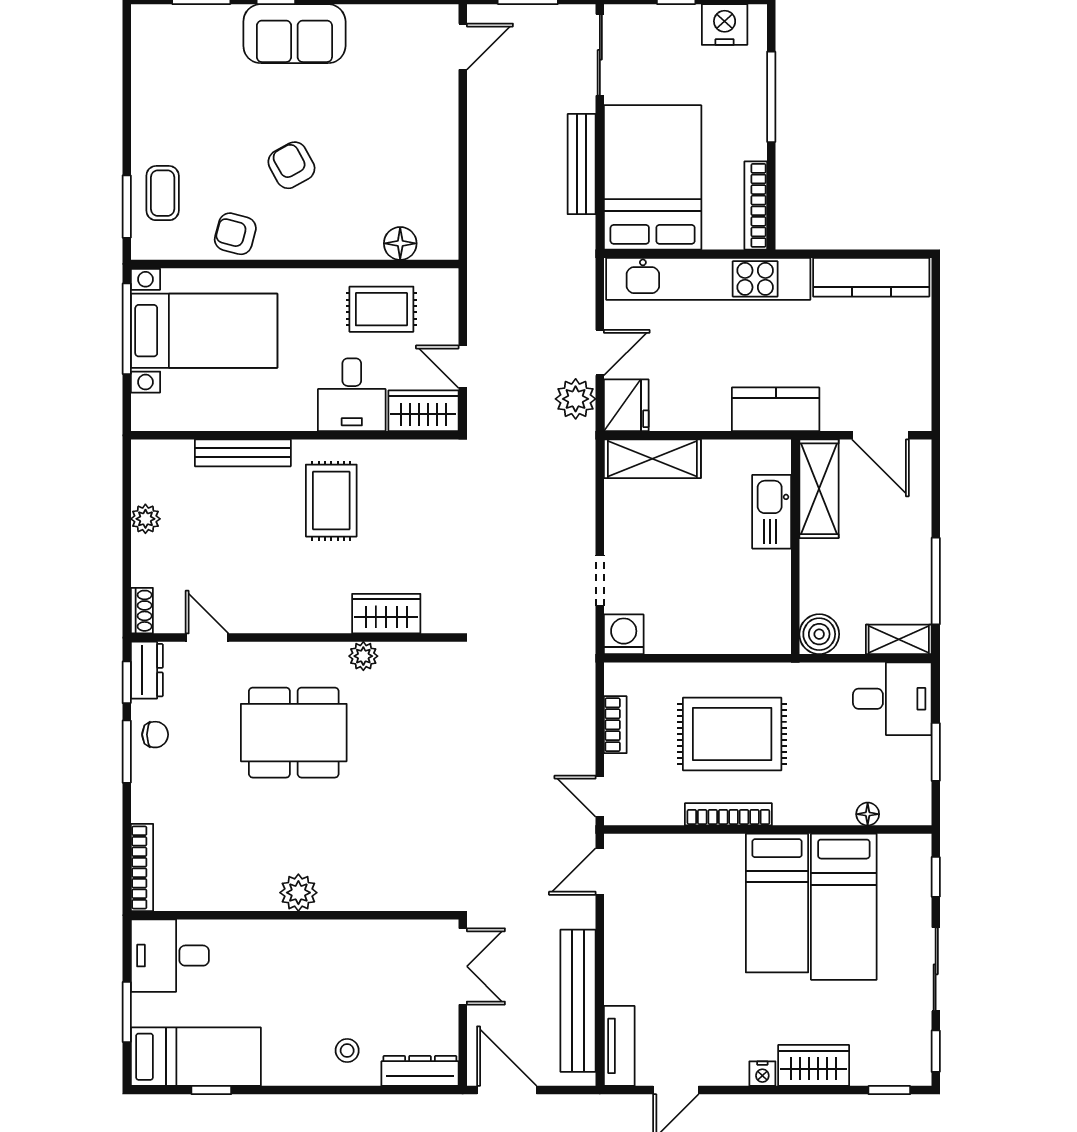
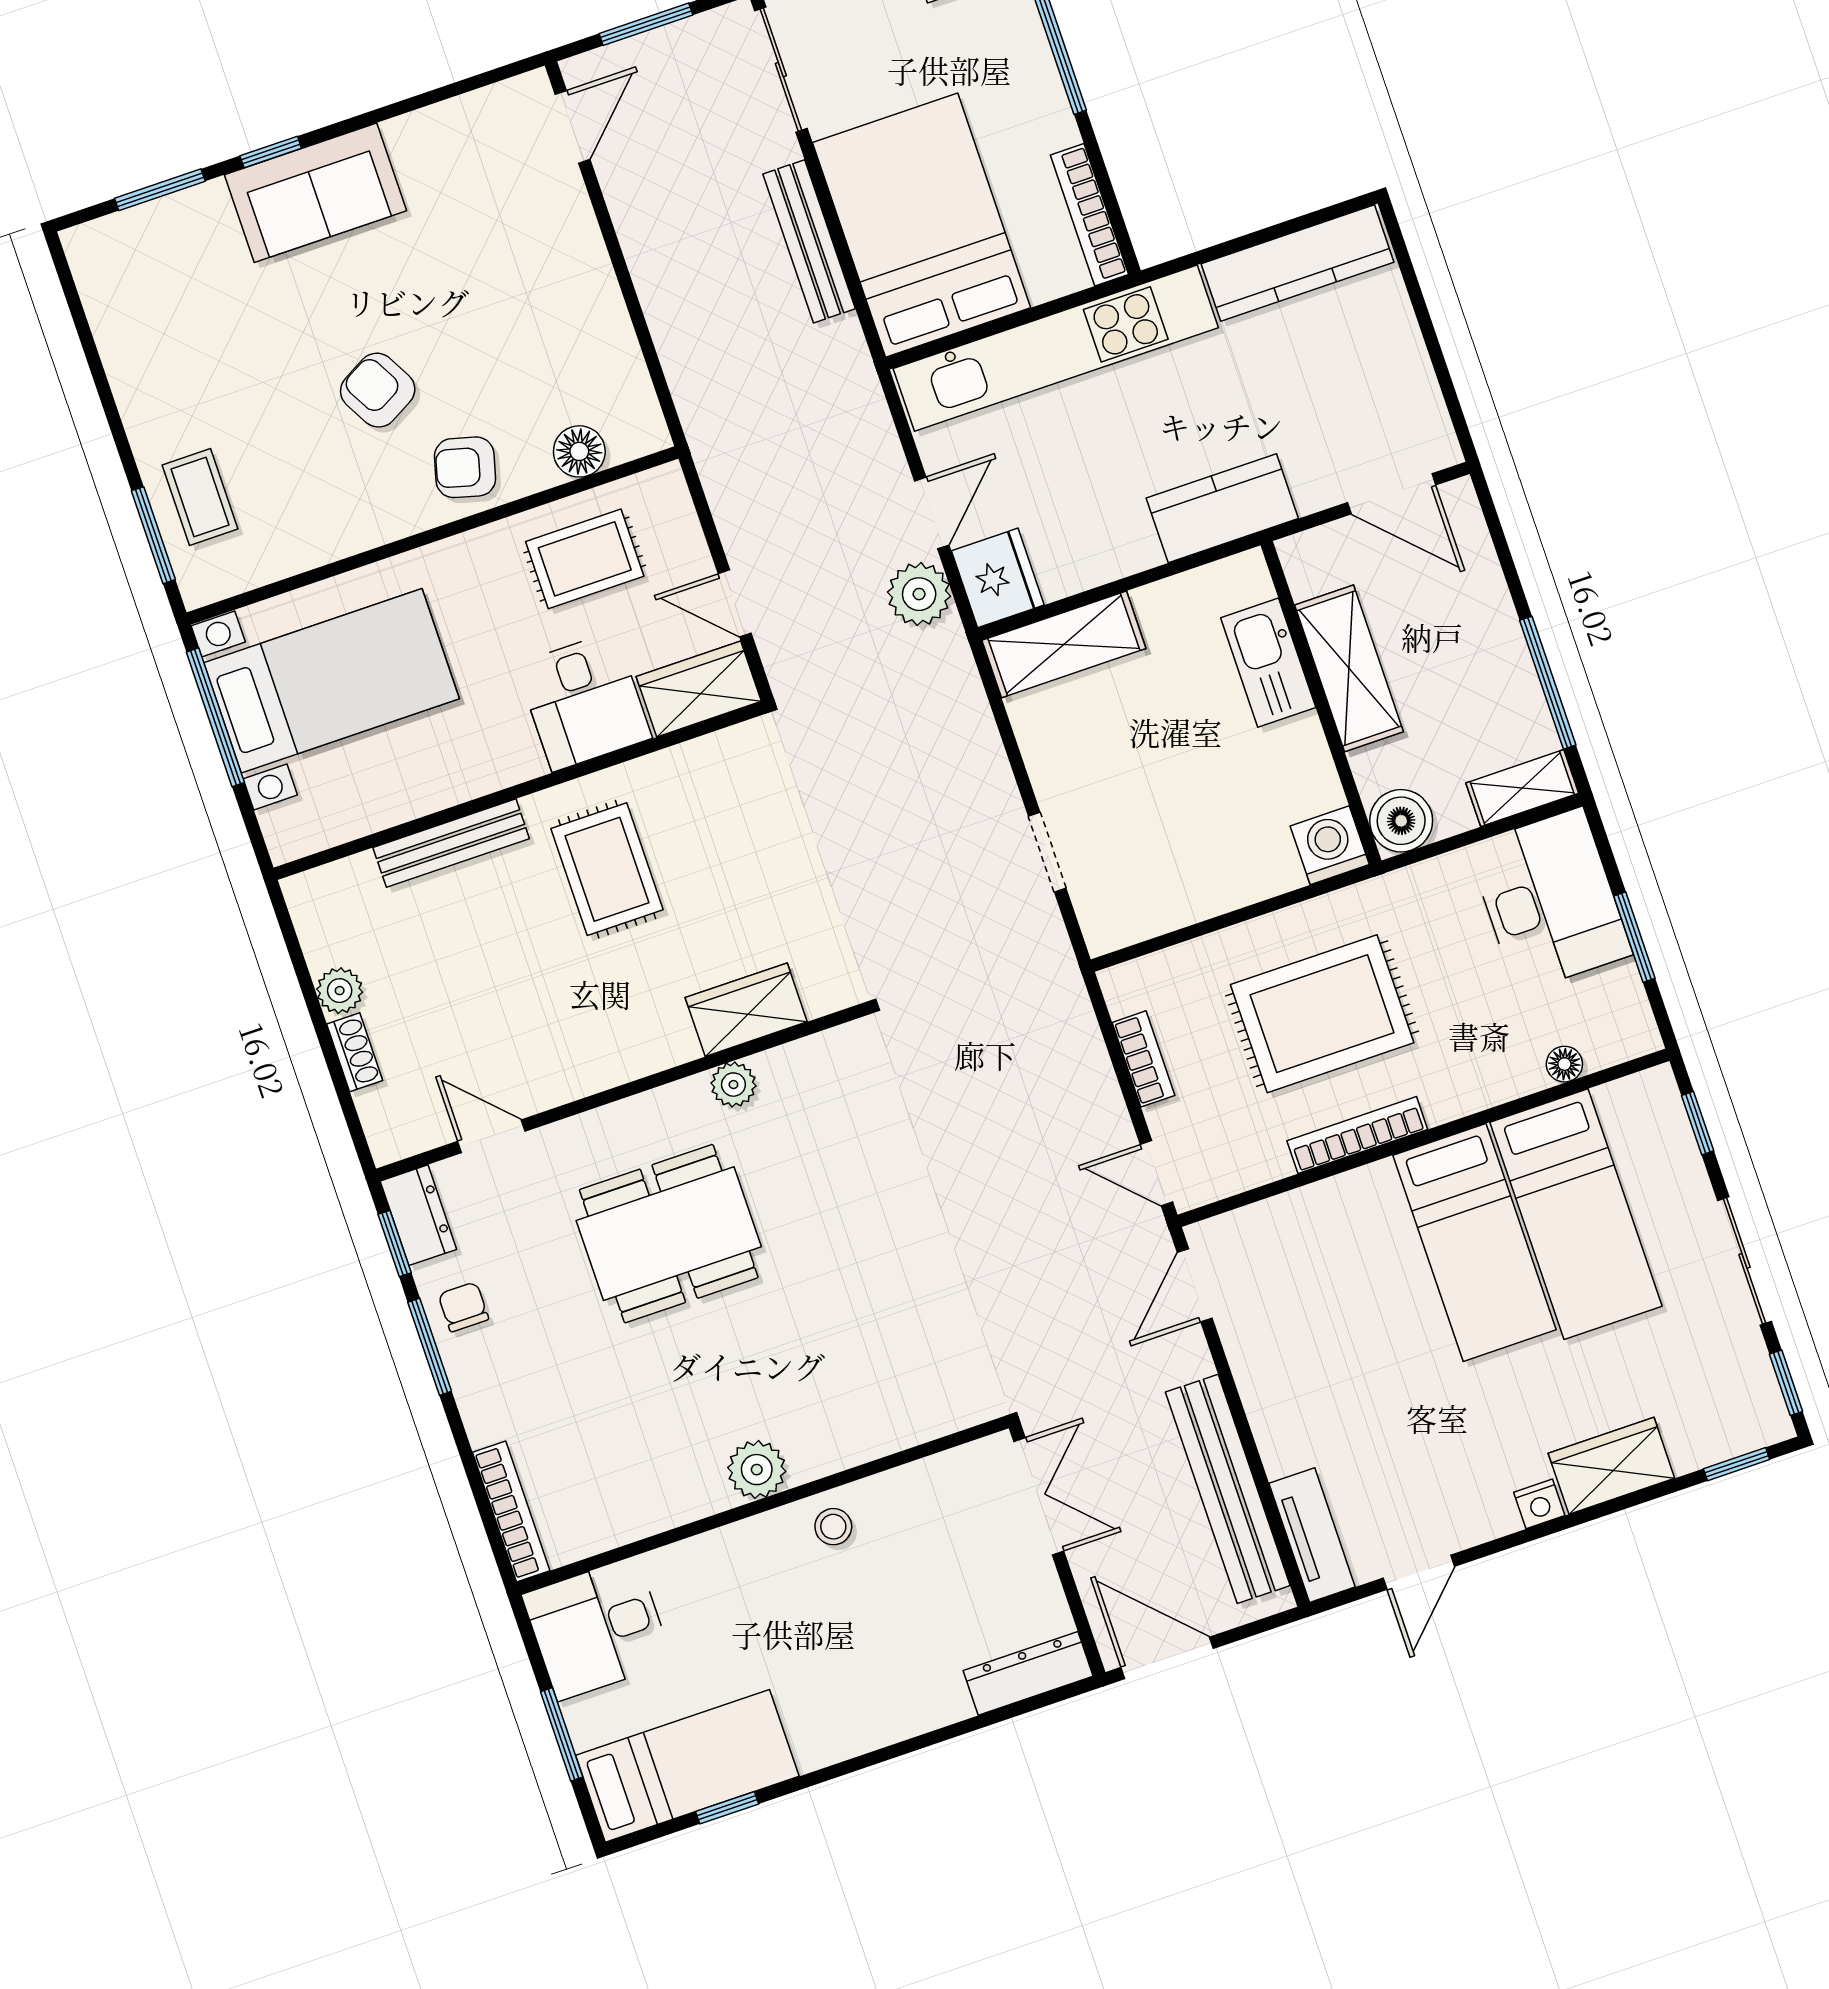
armchair: (235, 234) -> (465, 467), moved
shelving: (819, 489) -> (1349, 668), moved
shoe rack: (142, 611) -> (355, 1052), moved
washing machine: (624, 634) -> (1330, 845), moved
desk: (892, 699) -> (1550, 900), width x1.37
chair: (155, 735) -> (463, 1307), turned -90
stool: (347, 1051) -> (833, 1527), moved

